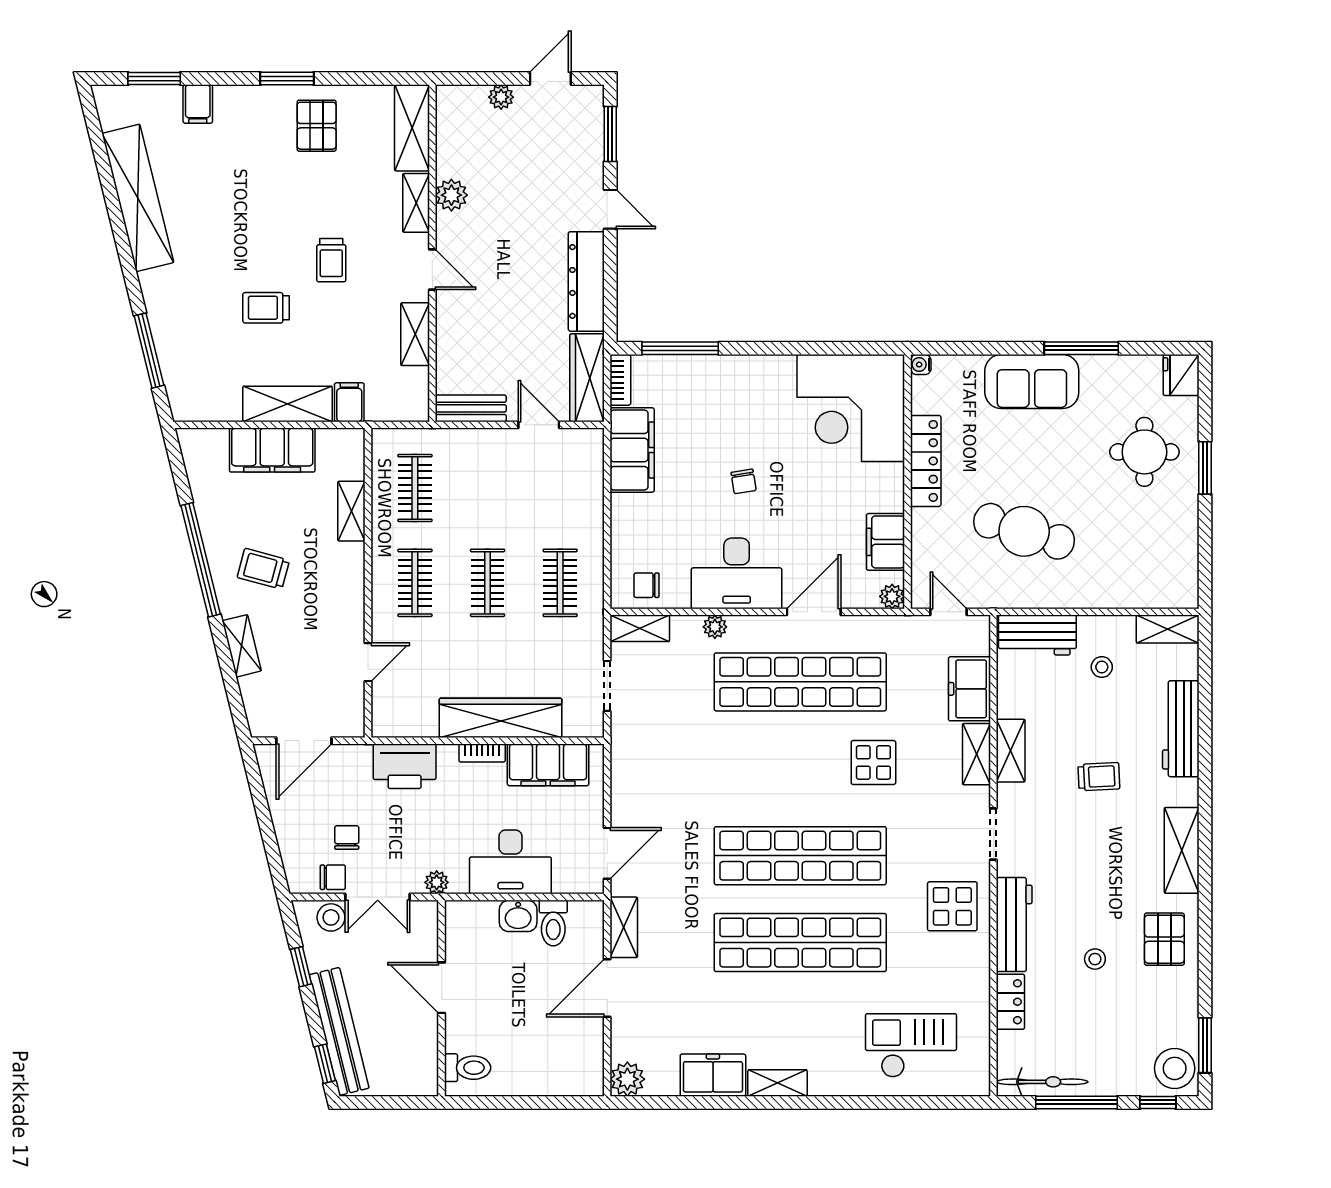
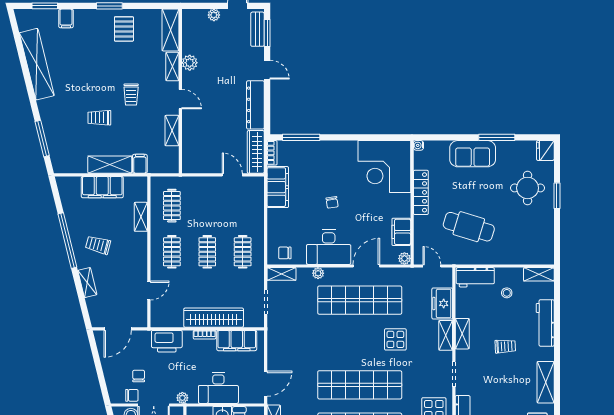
bench: (471, 408) -> (257, 29), moved, turned 90

